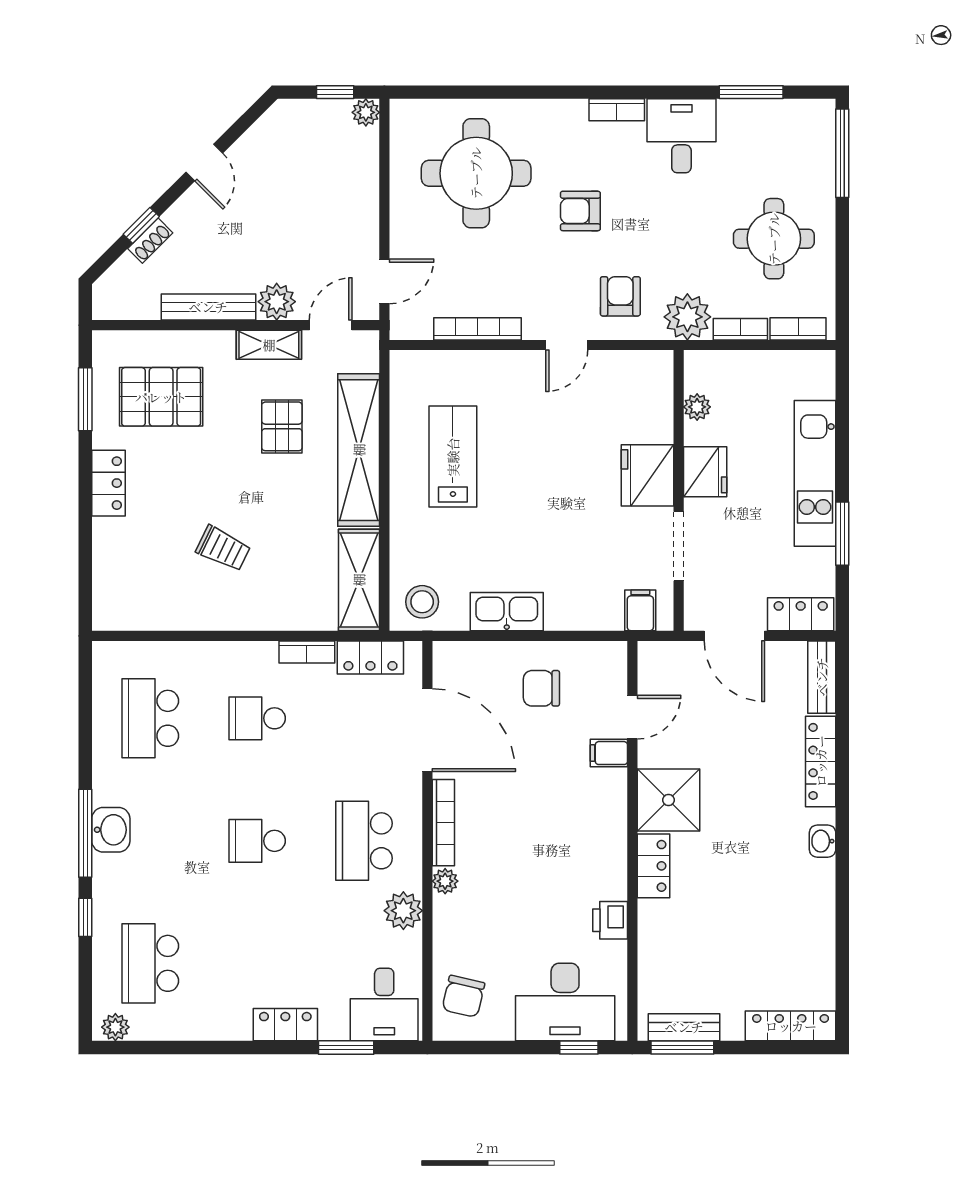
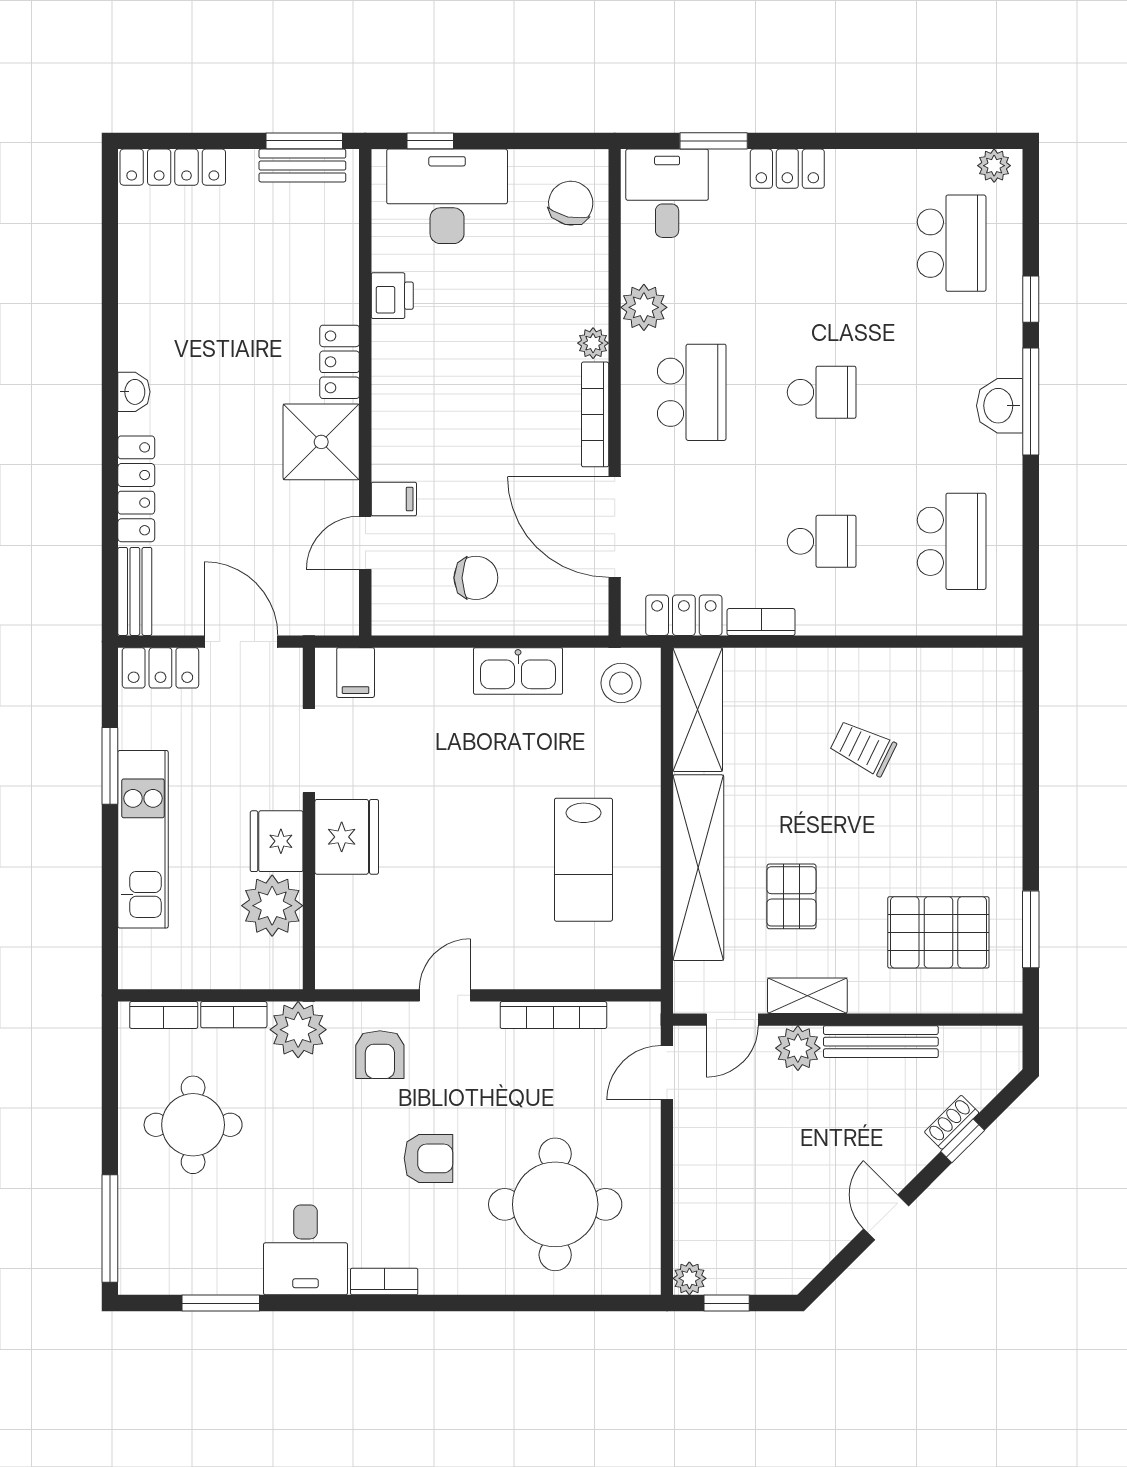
plant: (697, 407) -> (272, 906), width x1.87, depth x1.87
locker: (108, 483) -> (1002, 827), removed

